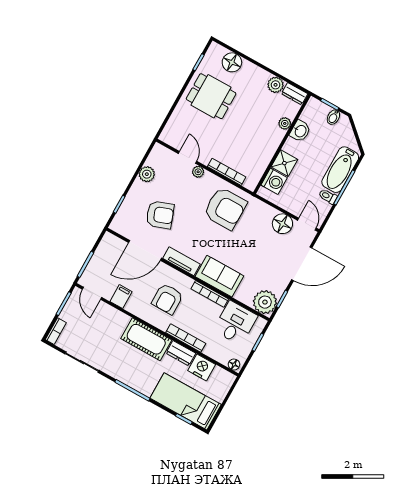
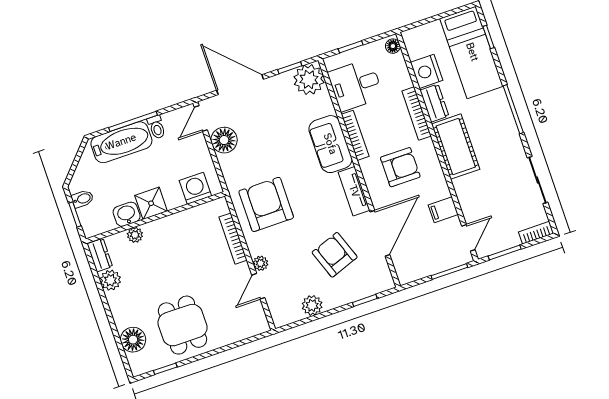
shower: (284, 163) -> (151, 203), moved
door: (145, 250) -> (380, 233), hinge flipped

